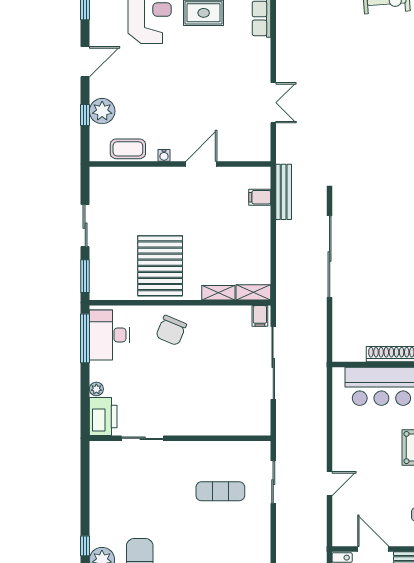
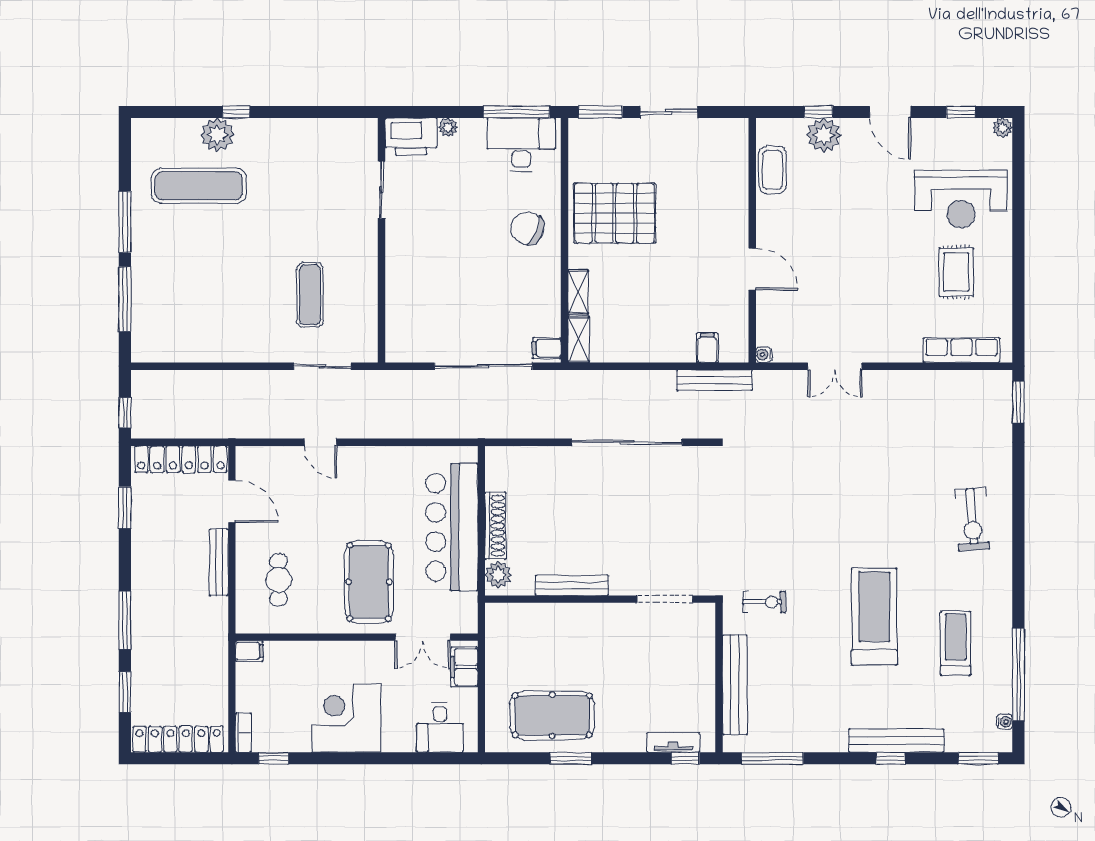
water cooler: (164, 155) -> (764, 355), moved
door: (373, 549) -> (232, 501), hinge flipped

